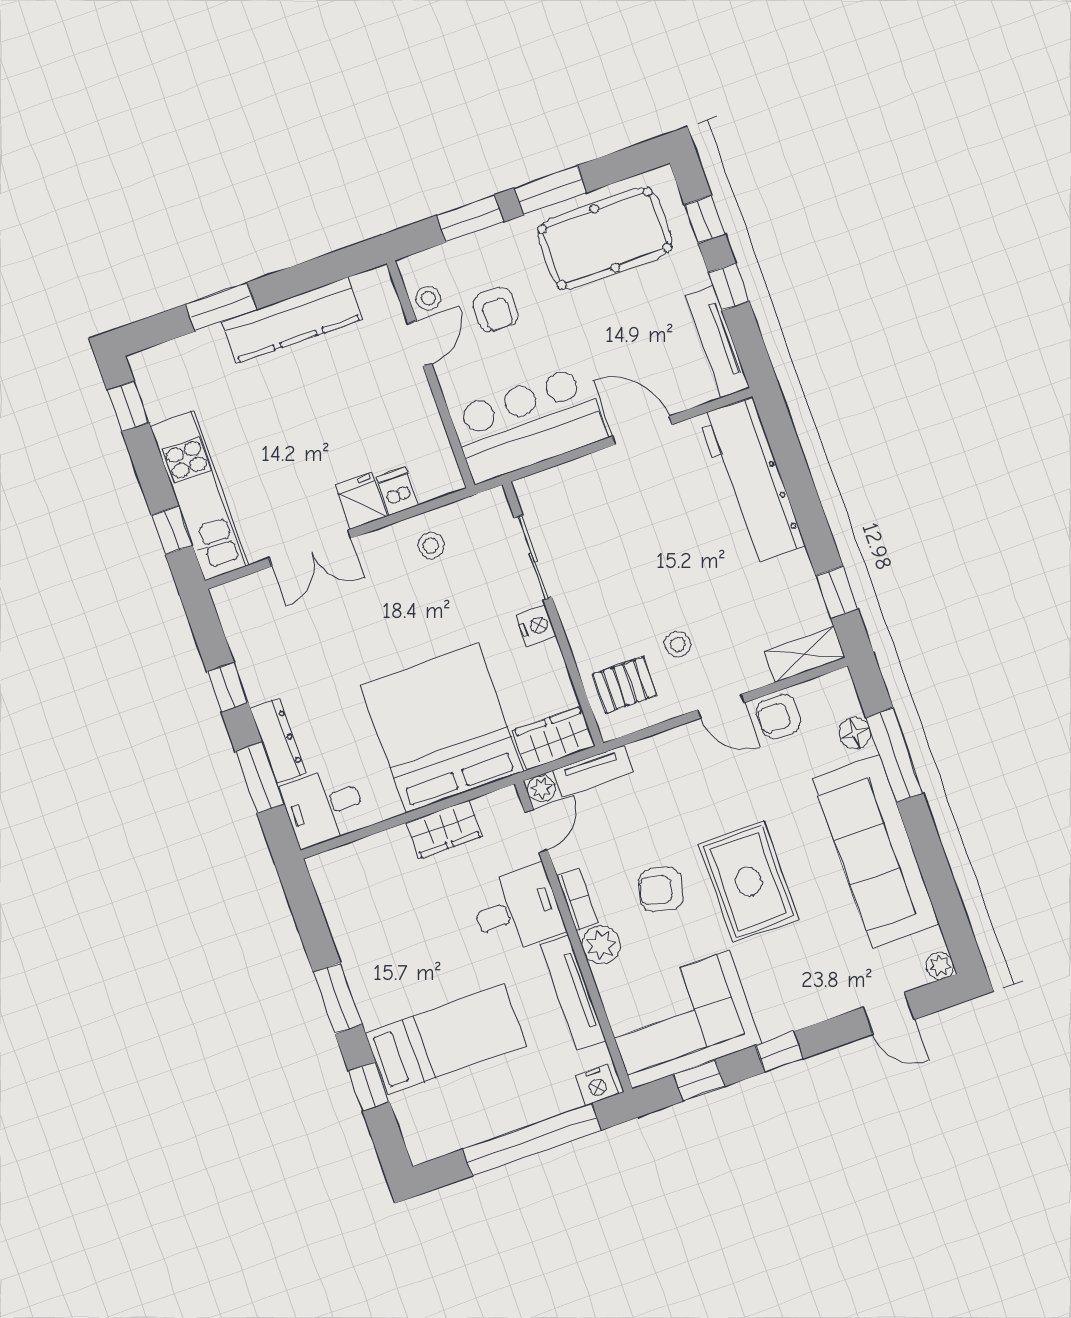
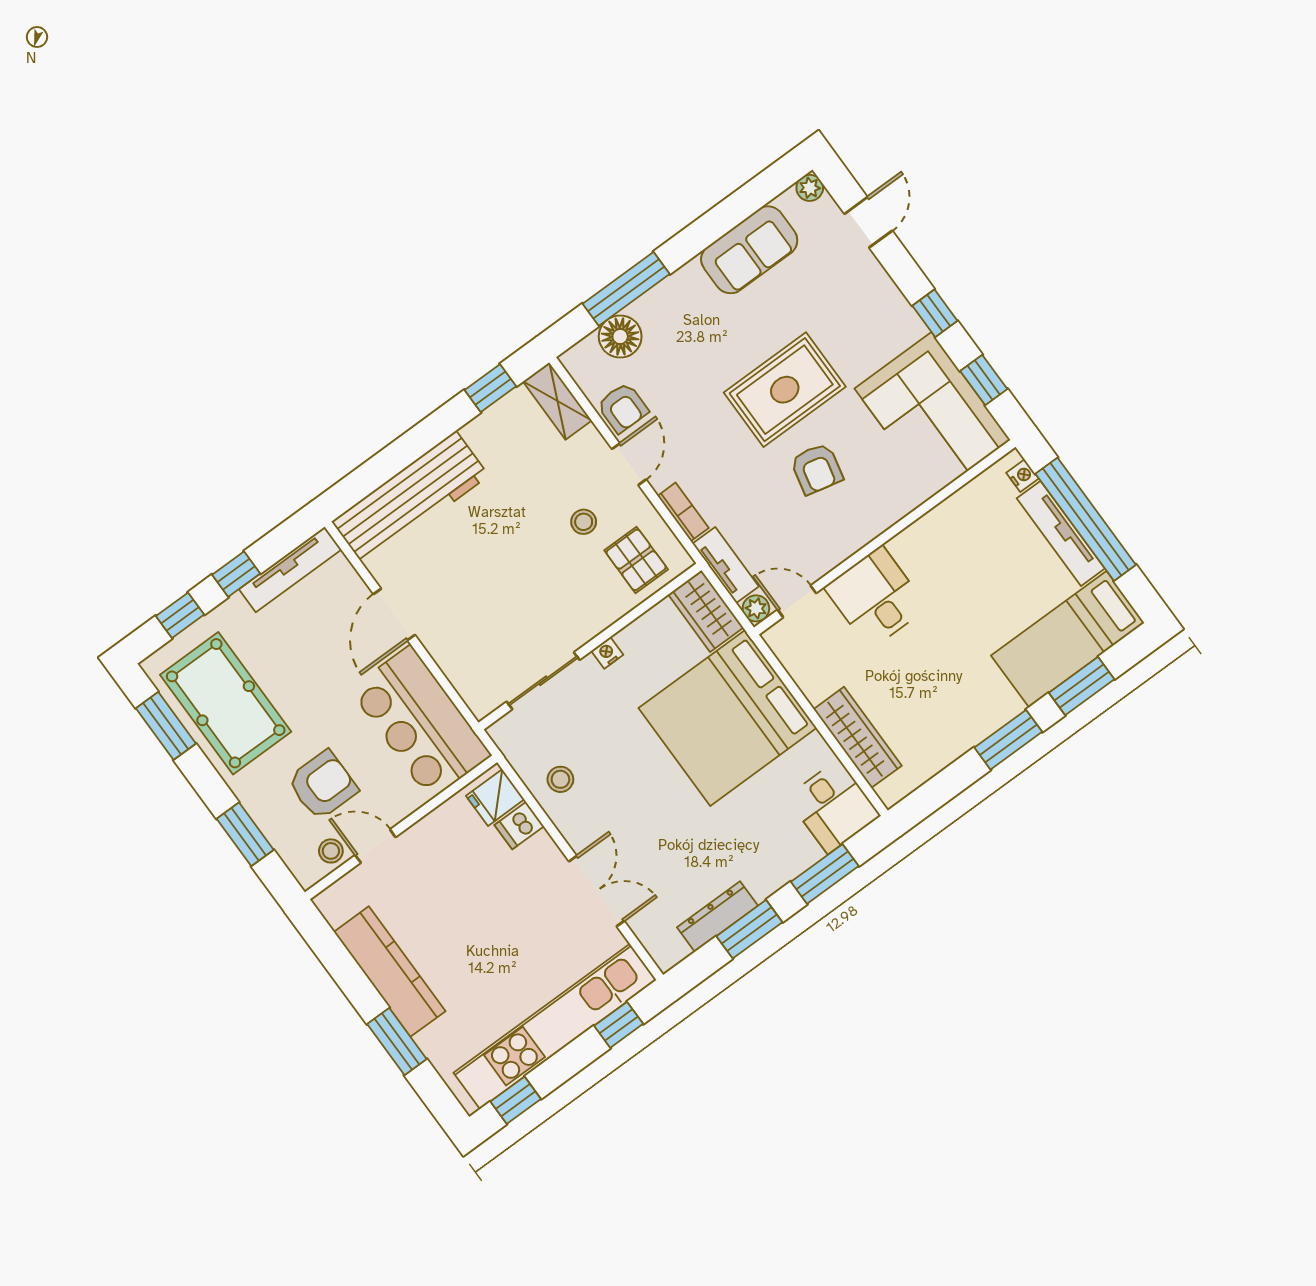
window: (550, 190) -> (166, 726), moved
armchair: (496, 310) -> (323, 785), width x1.38, depth x1.38
kitchen unit: (199, 495) -> (555, 1026), width x1.36
fridge: (361, 501) -> (495, 798), moved
nightstand: (536, 626) -> (607, 653), width x0.72, depth x0.74
window: (228, 687) -> (749, 929), width x1.50
floor lamp: (855, 733) -> (620, 337), width x1.38, depth x1.38
dresser: (278, 741) -> (717, 917), moved
wardrobe: (444, 829) -> (858, 737), moved, width x1.50
sofa: (876, 851) -> (749, 250), width x0.54, depth x0.79
bookcase: (577, 899) -> (683, 512), moved, turned 90
plant: (601, 945) -> (885, 509), removed
tv unit: (573, 992) -> (1061, 533), moved, turned 90
bed: (445, 1040) -> (1068, 639), moved, turned -90
nightstand: (597, 1085) -> (1022, 476), width x0.72, depth x0.74
window: (369, 1086) -> (1082, 686), width x1.50

